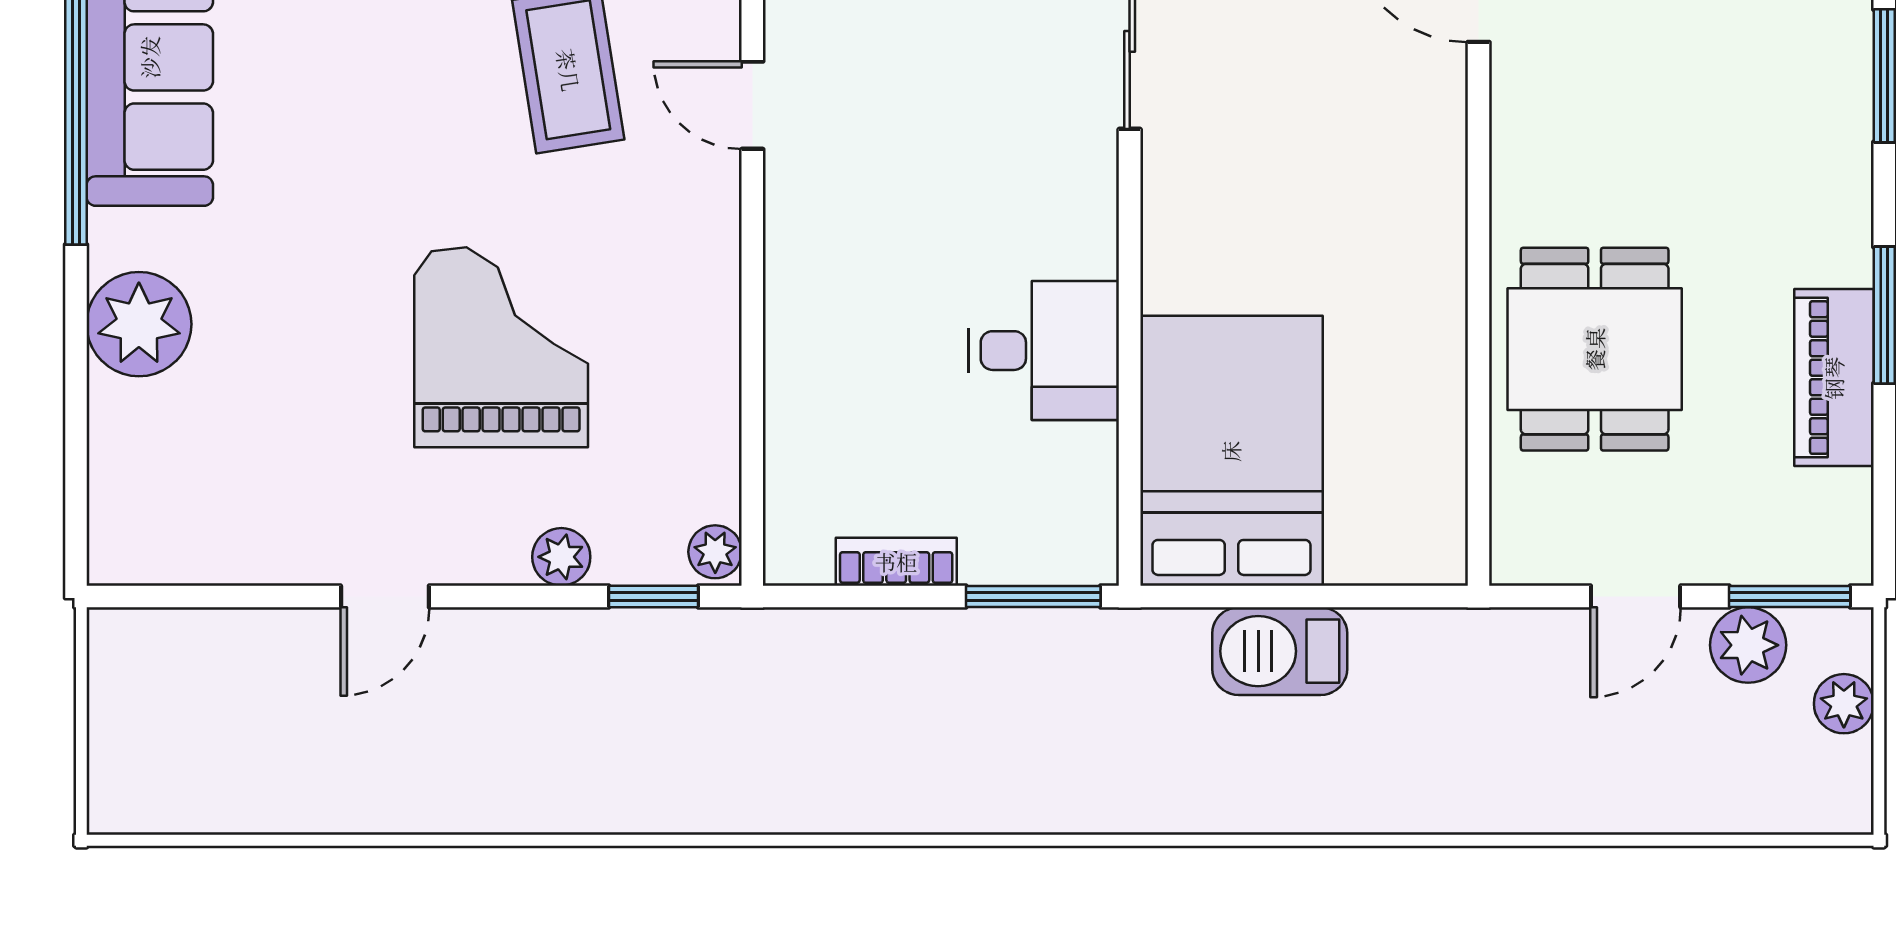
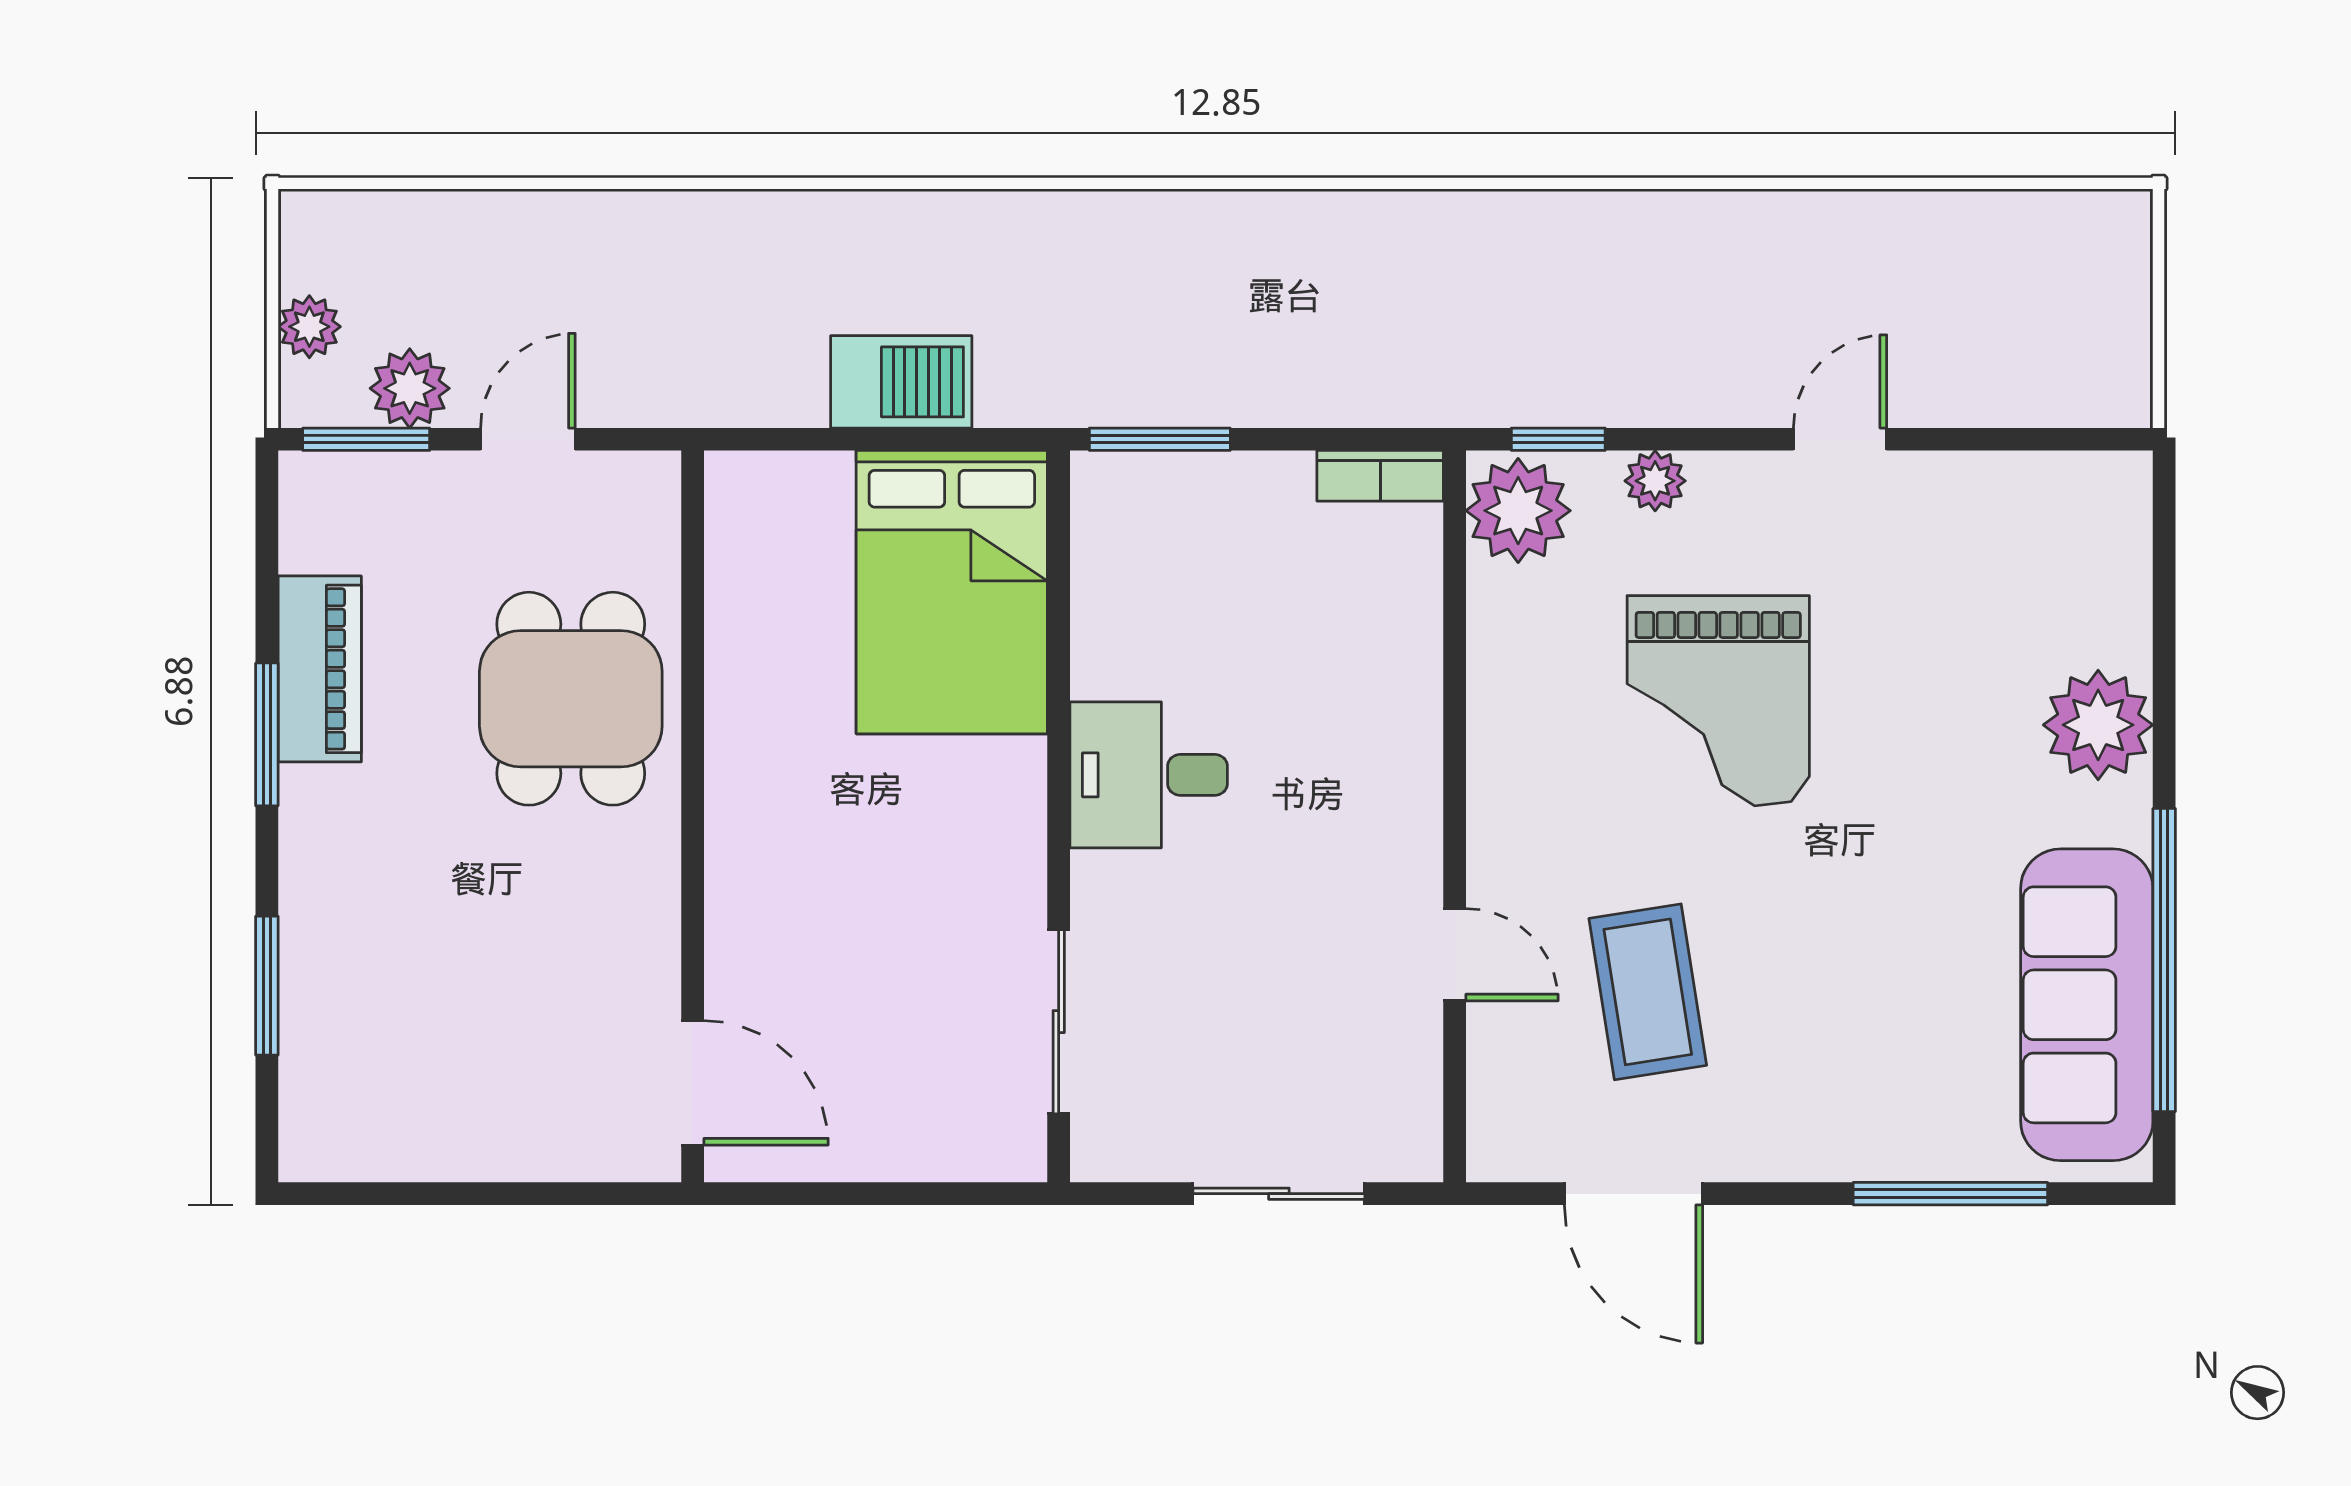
desk: (1044, 351) -> (1149, 775), moved
plant: (715, 552) -> (1518, 511), width x1.88, depth x1.88
bookcase: (896, 562) -> (1380, 476), moved

